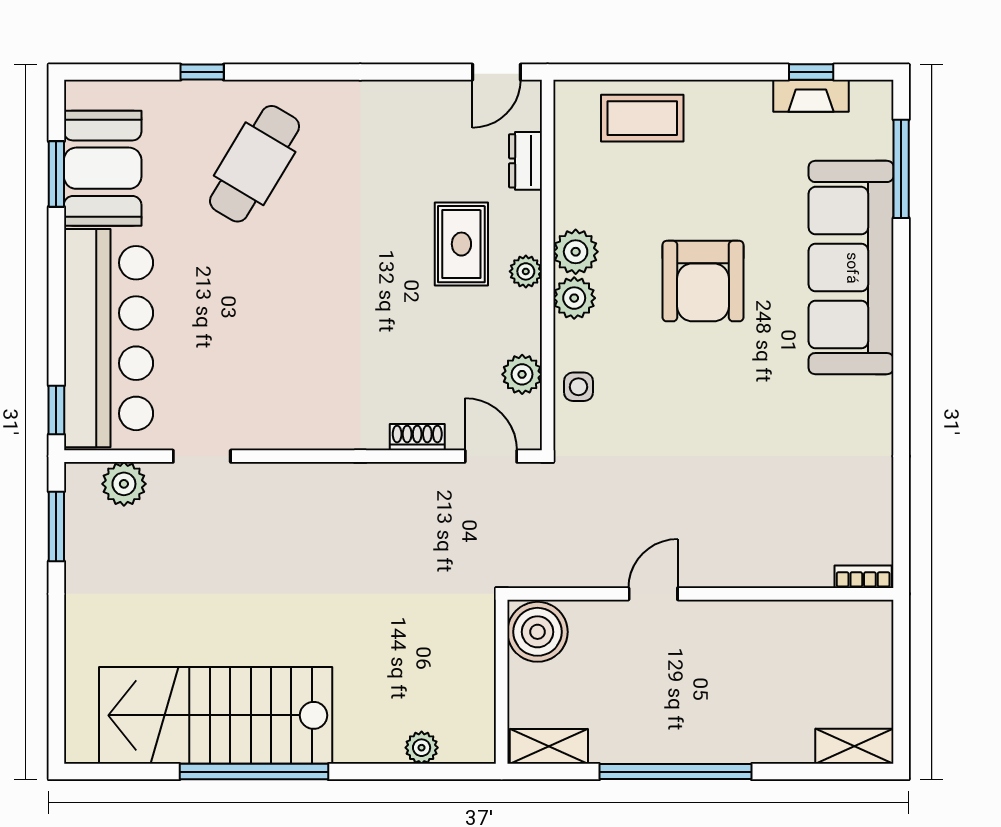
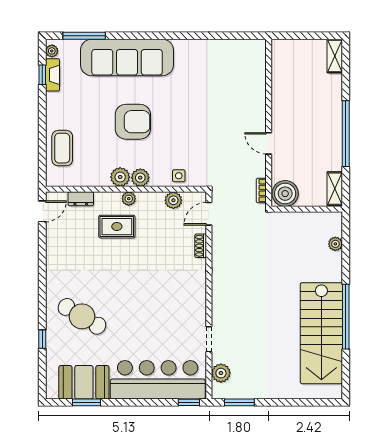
door: (497, 72) -> (42, 211), hinge flipped
plant: (866, 94) -> (52, 51), added
bookcase: (863, 577) -> (261, 190), moved

